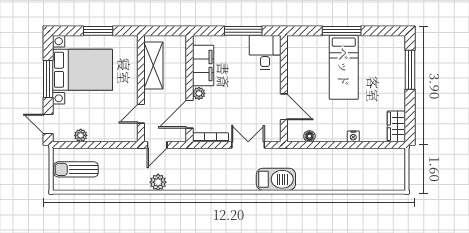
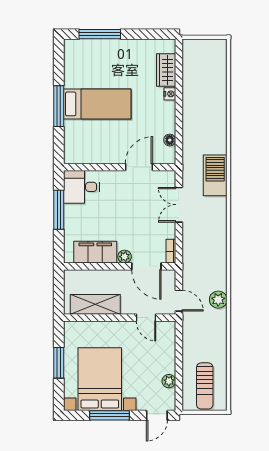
wardrobe: (396, 126) -> (166, 70), moved, turned 90
bookcase: (210, 137) -> (171, 251), width x0.64

